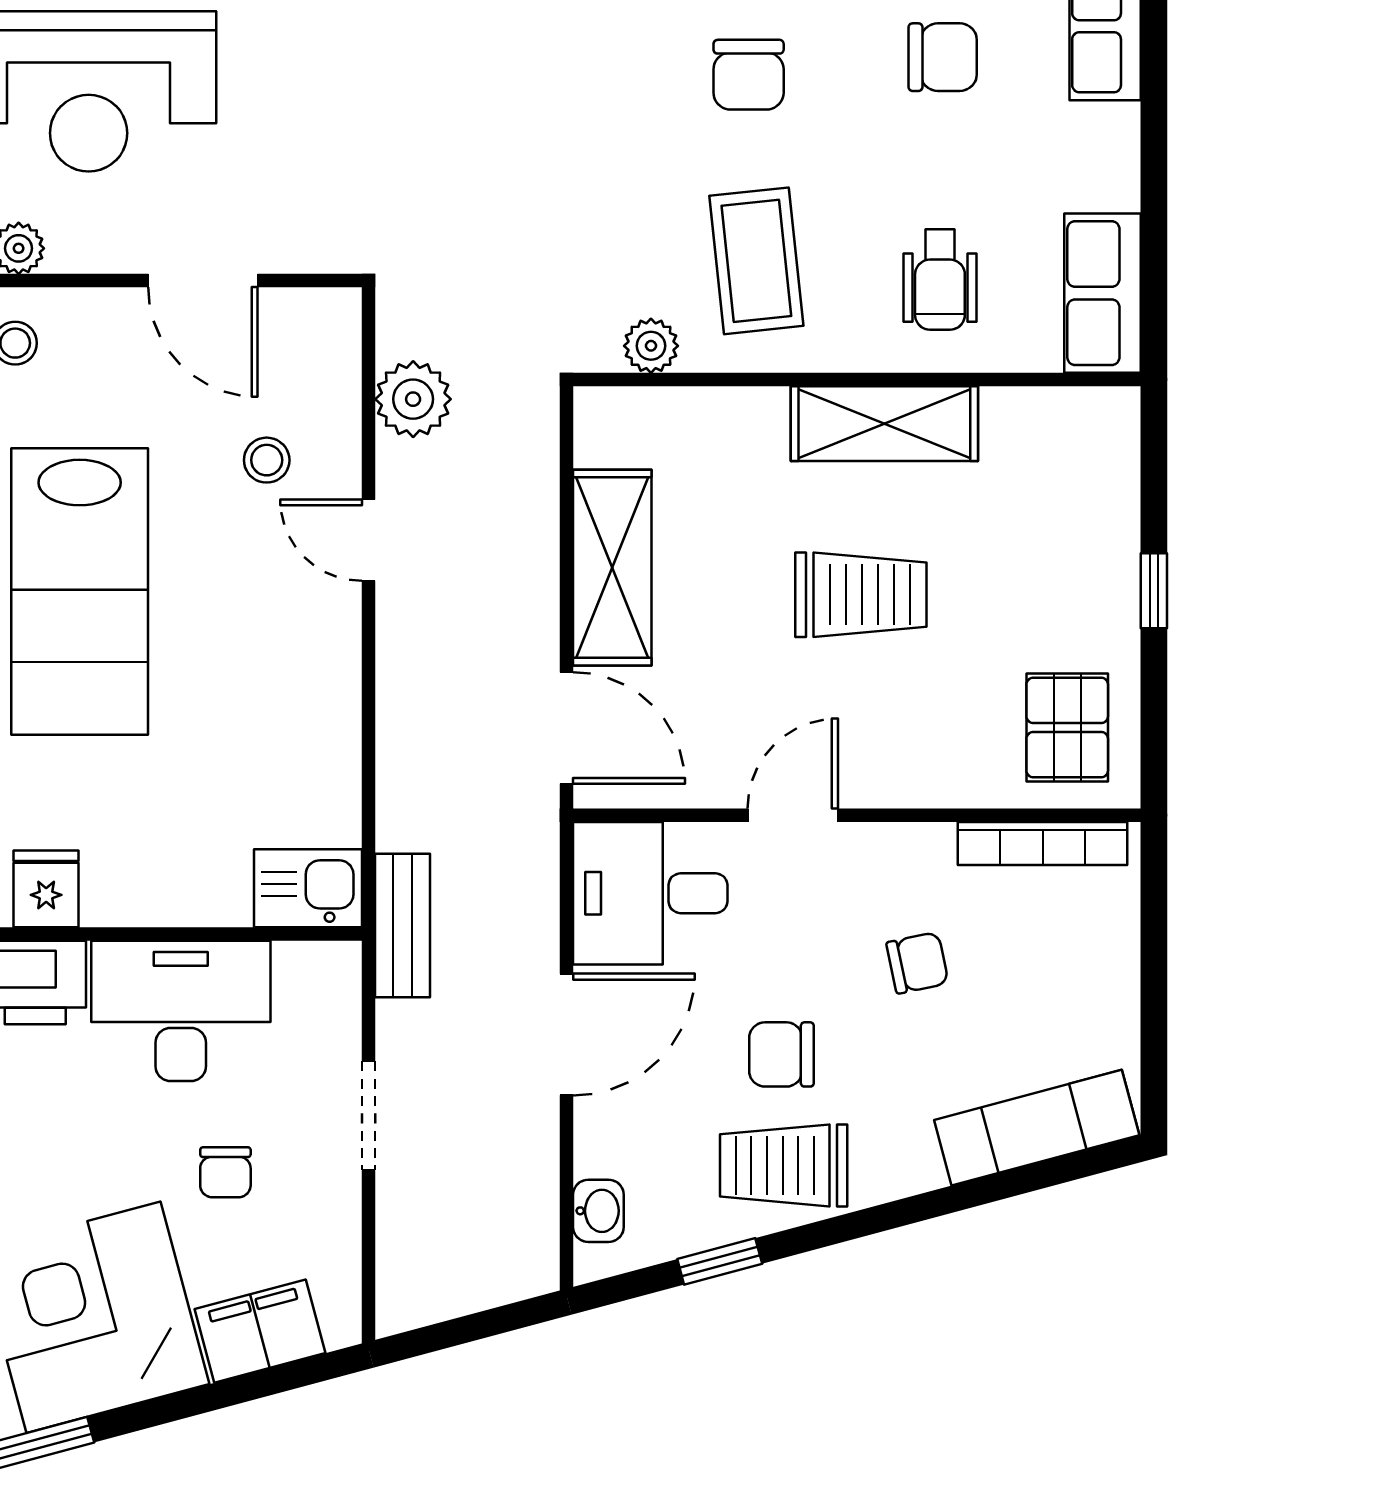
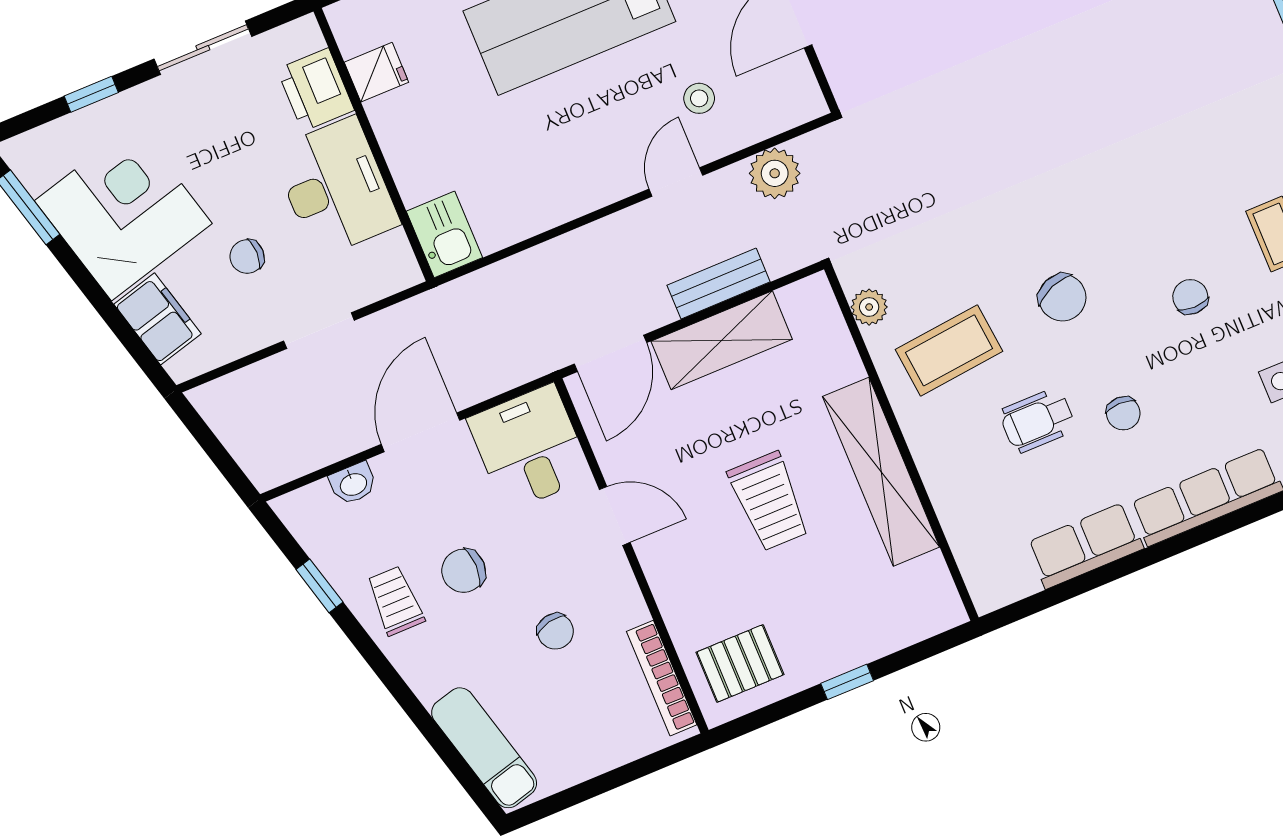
chair: (943, 57) -> (1123, 413), width x0.73, depth x0.73
chair: (749, 75) -> (1062, 298), turned -111
wheelchair: (940, 280) -> (1038, 420), moved
row of seats: (1103, 293) -> (1085, 546), moved
shelving: (884, 424) -> (881, 472), width x1.47
bench: (403, 925) -> (719, 284), moved
door: (567, 1034) -> (420, 432), swing flipped
chair: (782, 1054) -> (464, 571), turned -90
trolley: (784, 1165) -> (395, 601), width x0.73, depth x0.72
washbasin: (598, 1211) -> (353, 484), moved

